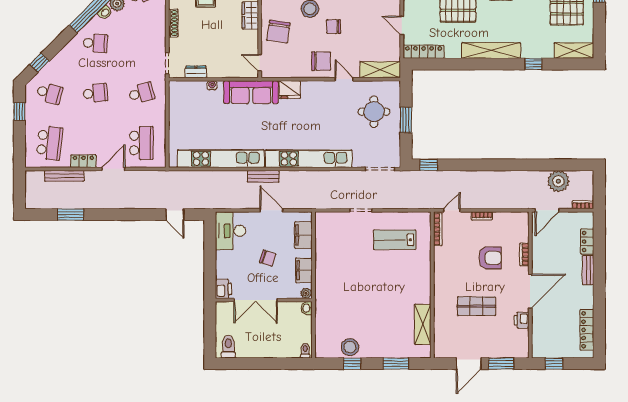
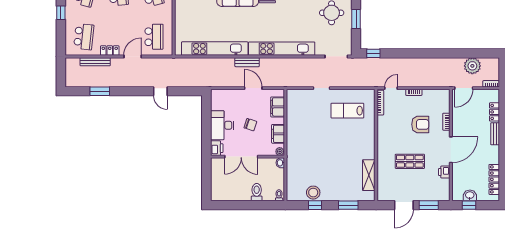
door: (175, 214) -> (160, 91), moved
desk: (230, 231) -> (222, 125), moved
toilet: (228, 347) -> (257, 192), moved
washbasin: (555, 351) -> (470, 195), added

